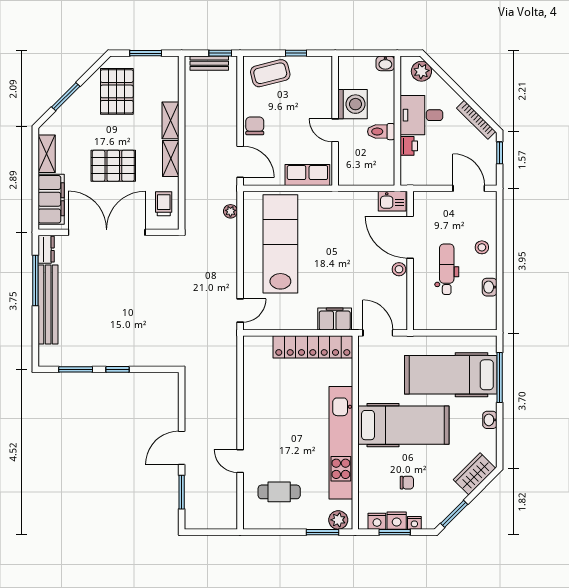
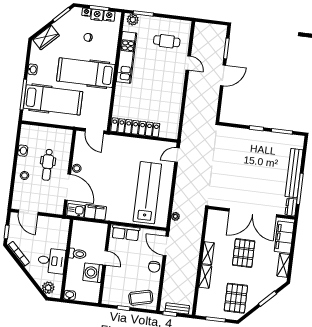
printer: (409, 146) -> (62, 243), removed
pallet: (113, 166) -> (244, 253), turned 90
trolley: (164, 204) -> (216, 226), removed
lab bench: (280, 244) -> (147, 193), turned 180
filing cabinet: (335, 319) -> (95, 212), moved, turned 180
kitchen unit: (341, 443) -> (126, 57), width x0.73

